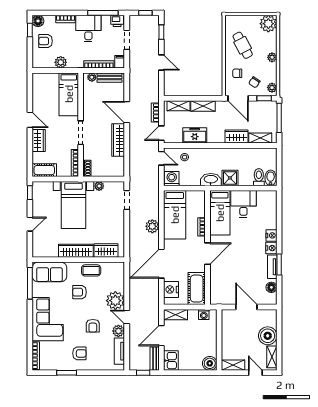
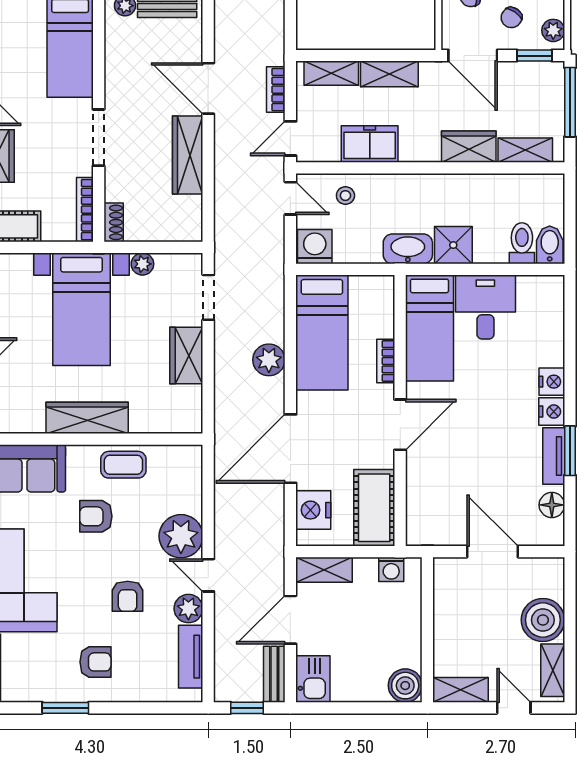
wardrobe: (106, 250) -> (186, 355), moved, turned -90

